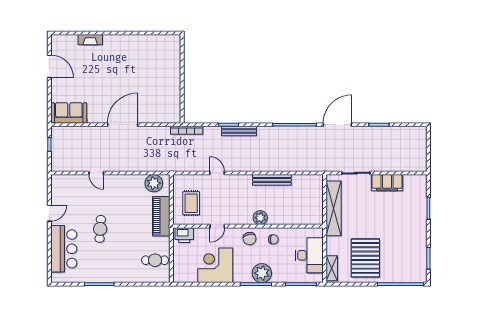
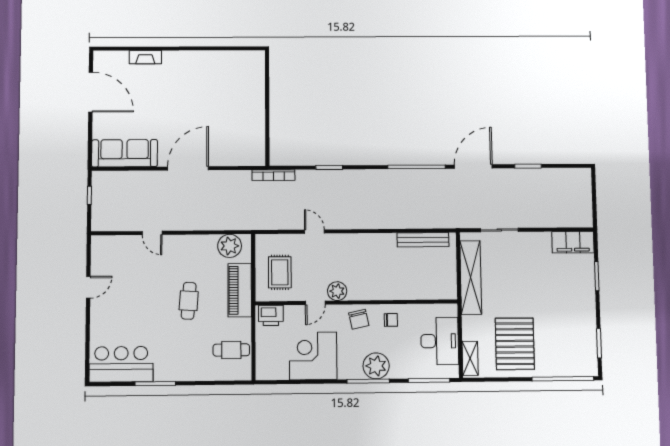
door: (49, 66) -> (91, 92), width x1.36
sofa: (69, 113) -> (125, 153), width x1.36
bench: (239, 131) -> (343, 176), removed
bench: (272, 180) -> (423, 240), moved
filing cabinet: (387, 183) -> (573, 242), moved
plant: (260, 218) -> (337, 291), moved
cafe table: (100, 229) -> (189, 301), moved
bar counter: (64, 249) -> (121, 364), moved, turned -90

